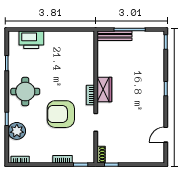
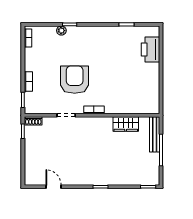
wardrobe: (104, 89) -> (126, 124), moved
round table: (25, 92) -> (98, 43), removed
plant: (17, 131) -> (61, 31), width x0.53, depth x0.53

